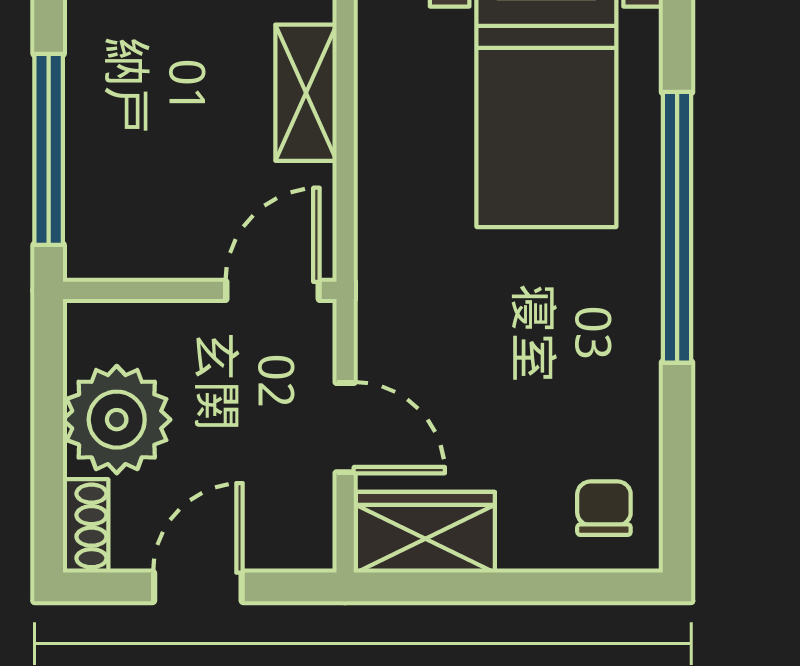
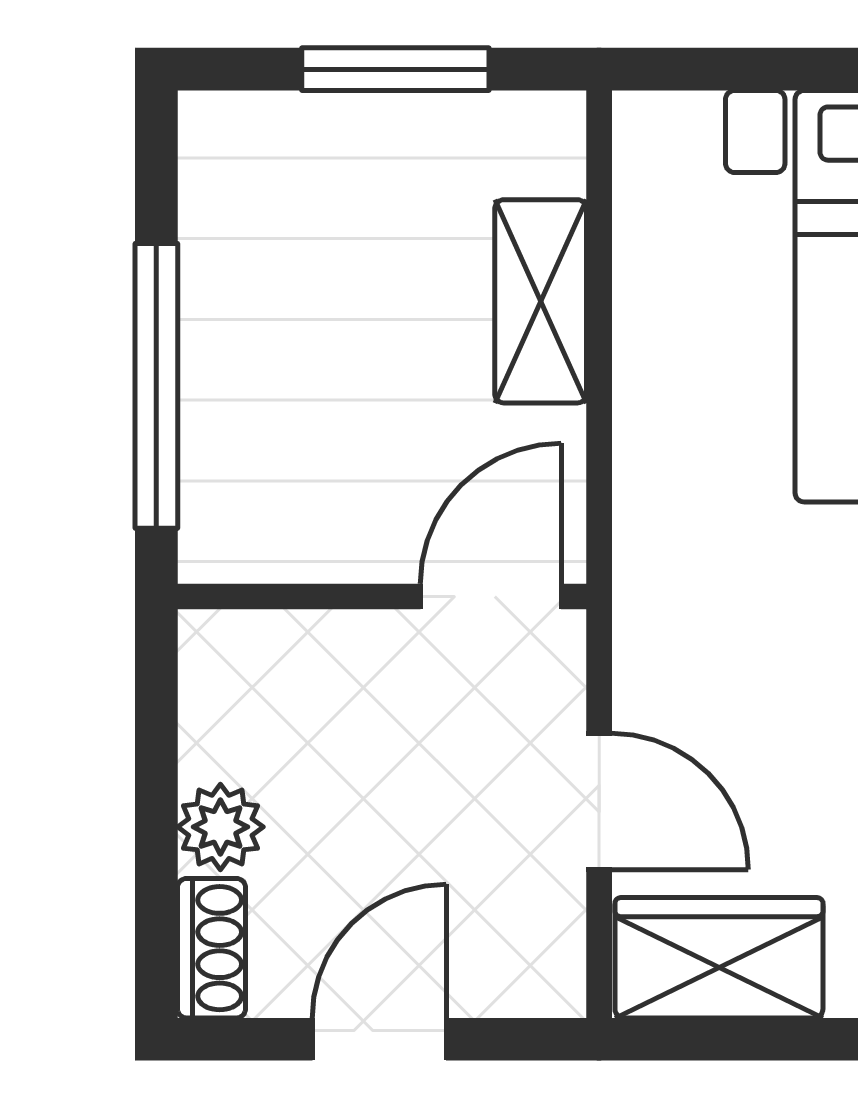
plant: (117, 420) -> (220, 827), width x0.53, depth x0.53

